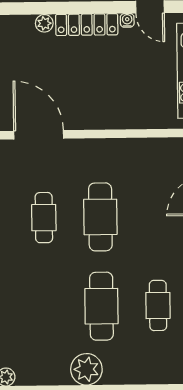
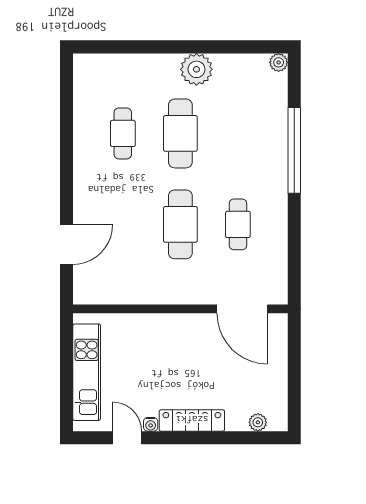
plant: (44, 23) -> (258, 422), moved

